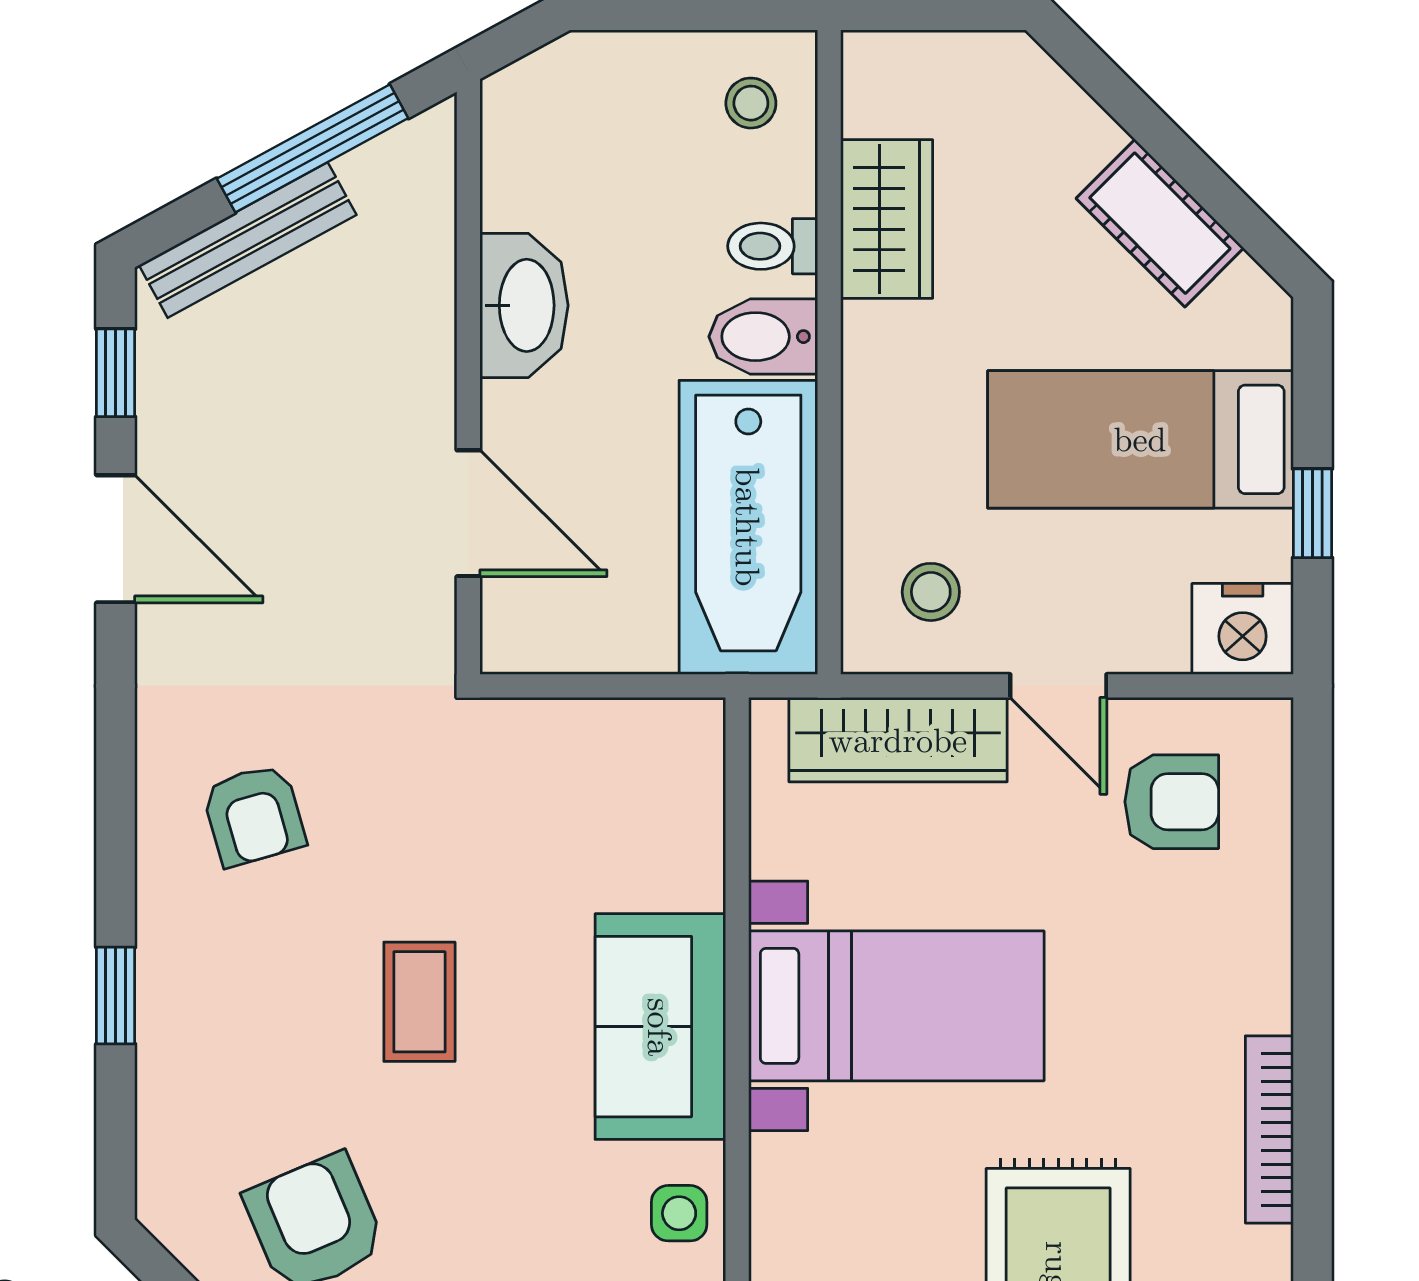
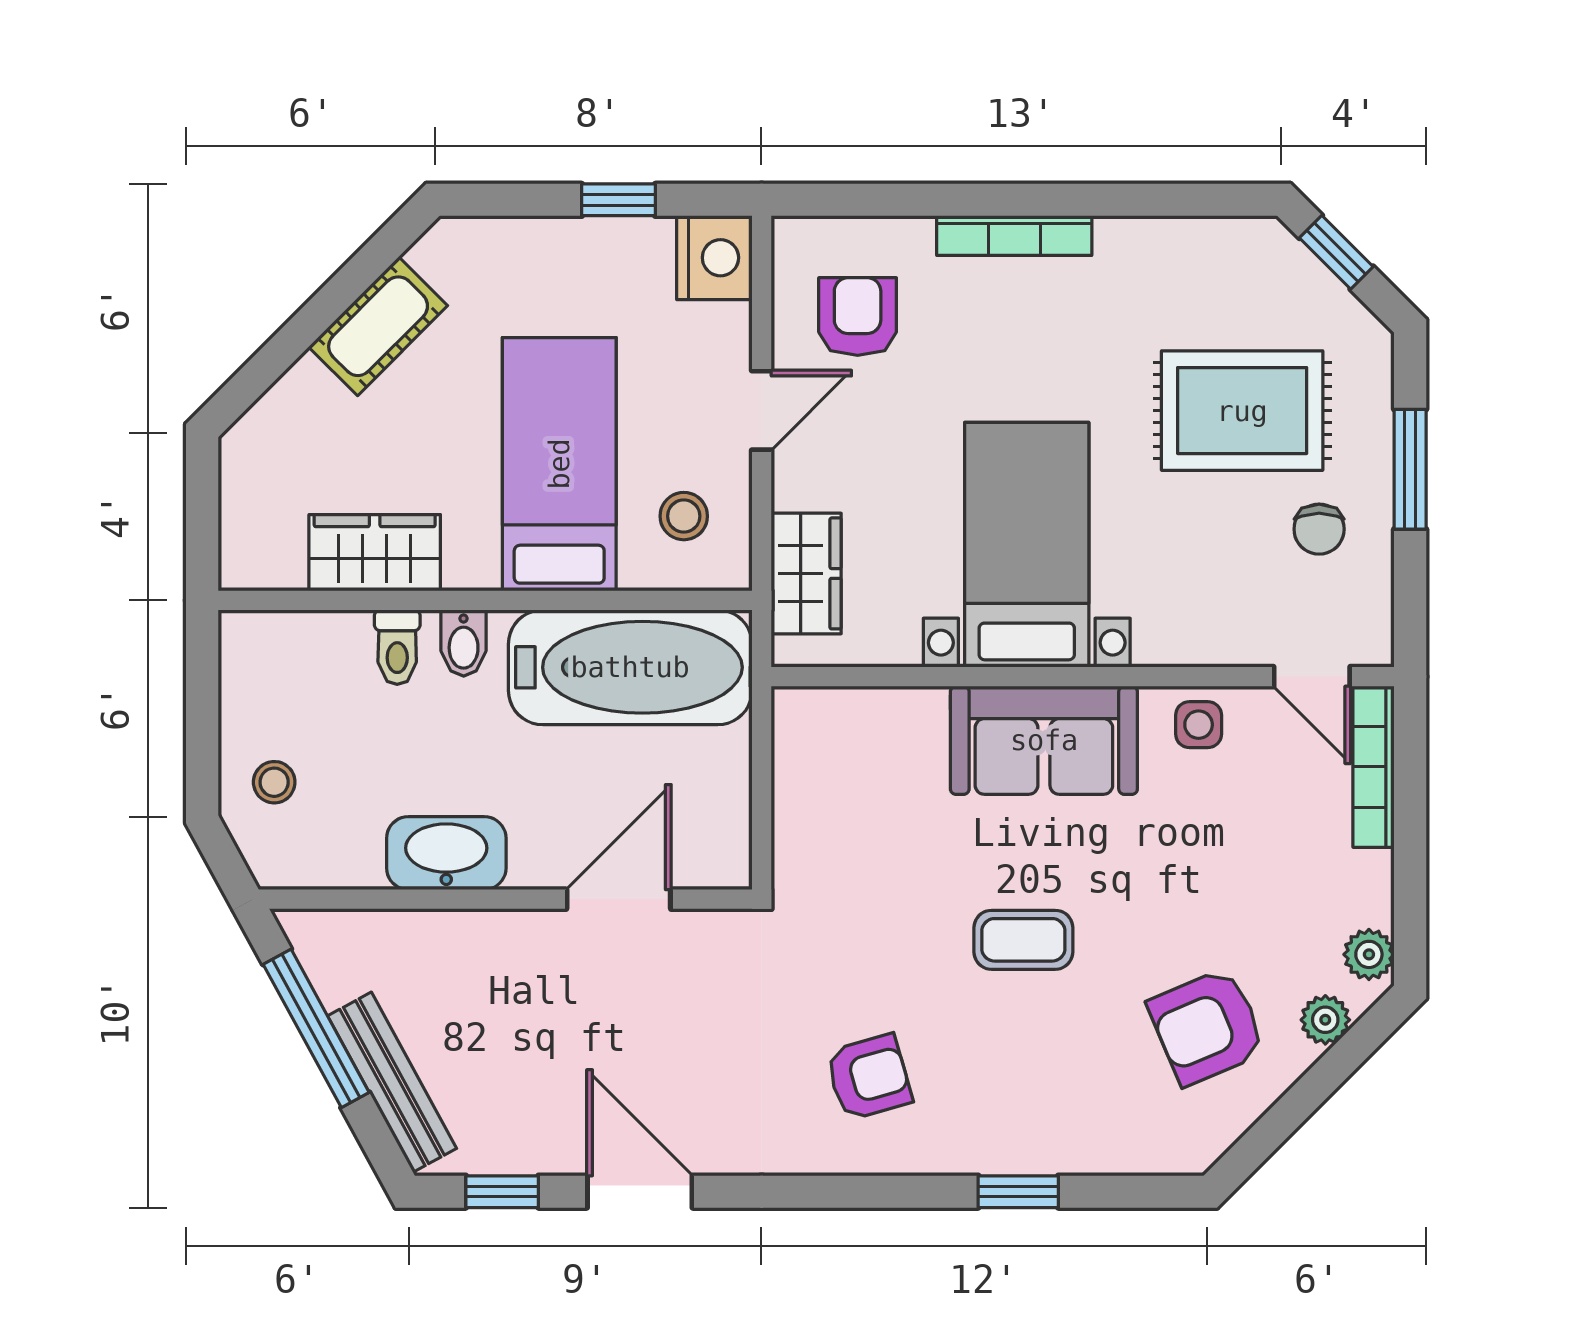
stool: (751, 103) -> (274, 782), moved
bidet: (763, 337) -> (464, 643), width x0.72, depth x0.74
bed: (1140, 439) -> (559, 464), moved, turned 180
door: (116, 539) -> (640, 1192), hinge flipped
wardrobe: (898, 740) -> (806, 573), width x0.67
bookcase: (1269, 1129) -> (1014, 236), moved

